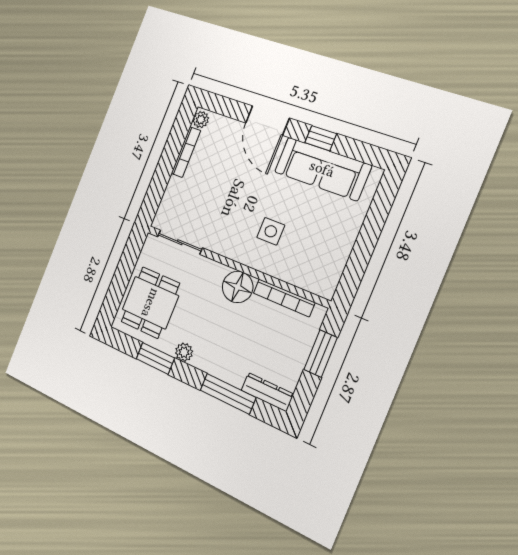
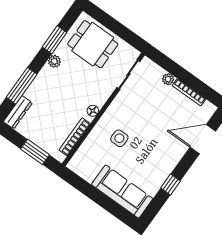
plant: (201, 120) -> (168, 79), moved
door: (267, 120) -> (203, 139), moved
sofa: (322, 169) -> (122, 192), moved, turned 90
floor lamp: (238, 287) -> (93, 111), width x0.53, depth x0.53

